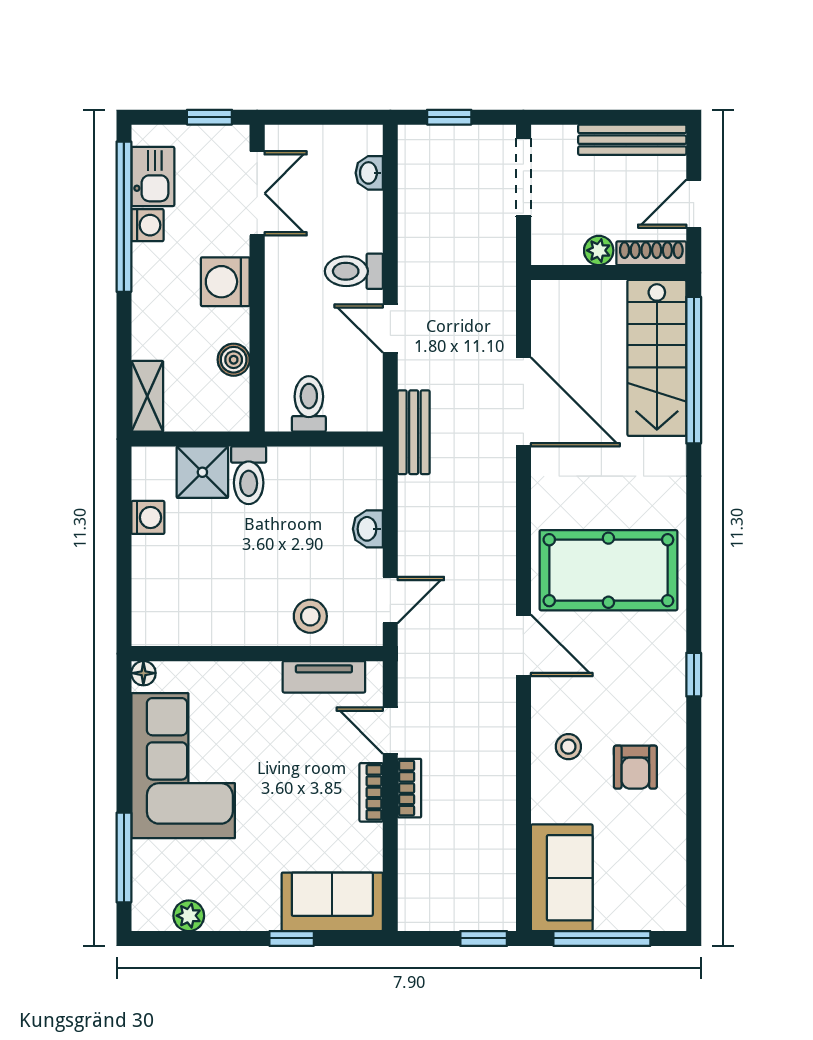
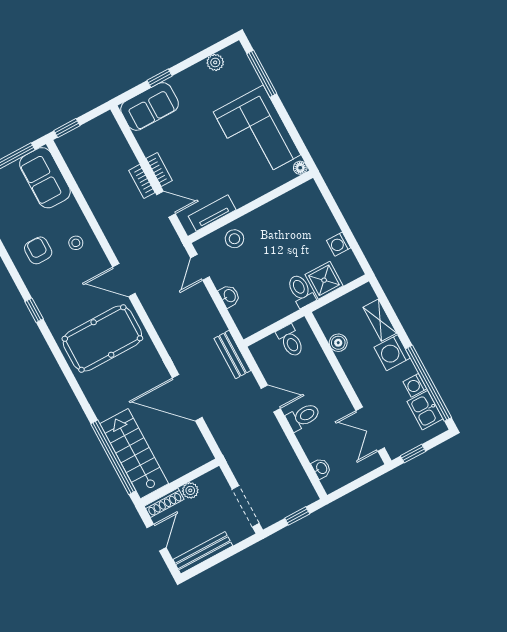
washing machine: (225, 282) -> (392, 353), moved, turned 180
shelving: (147, 396) -> (380, 320), moved

